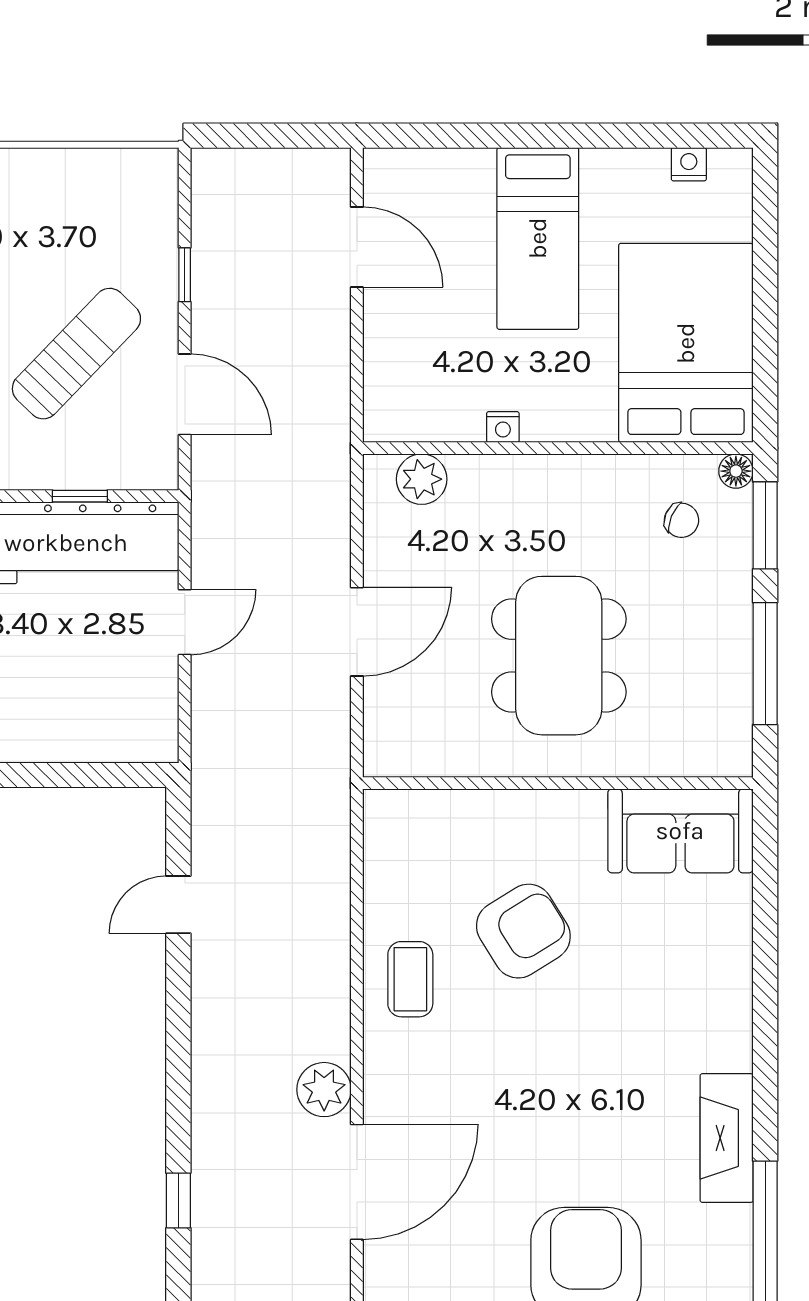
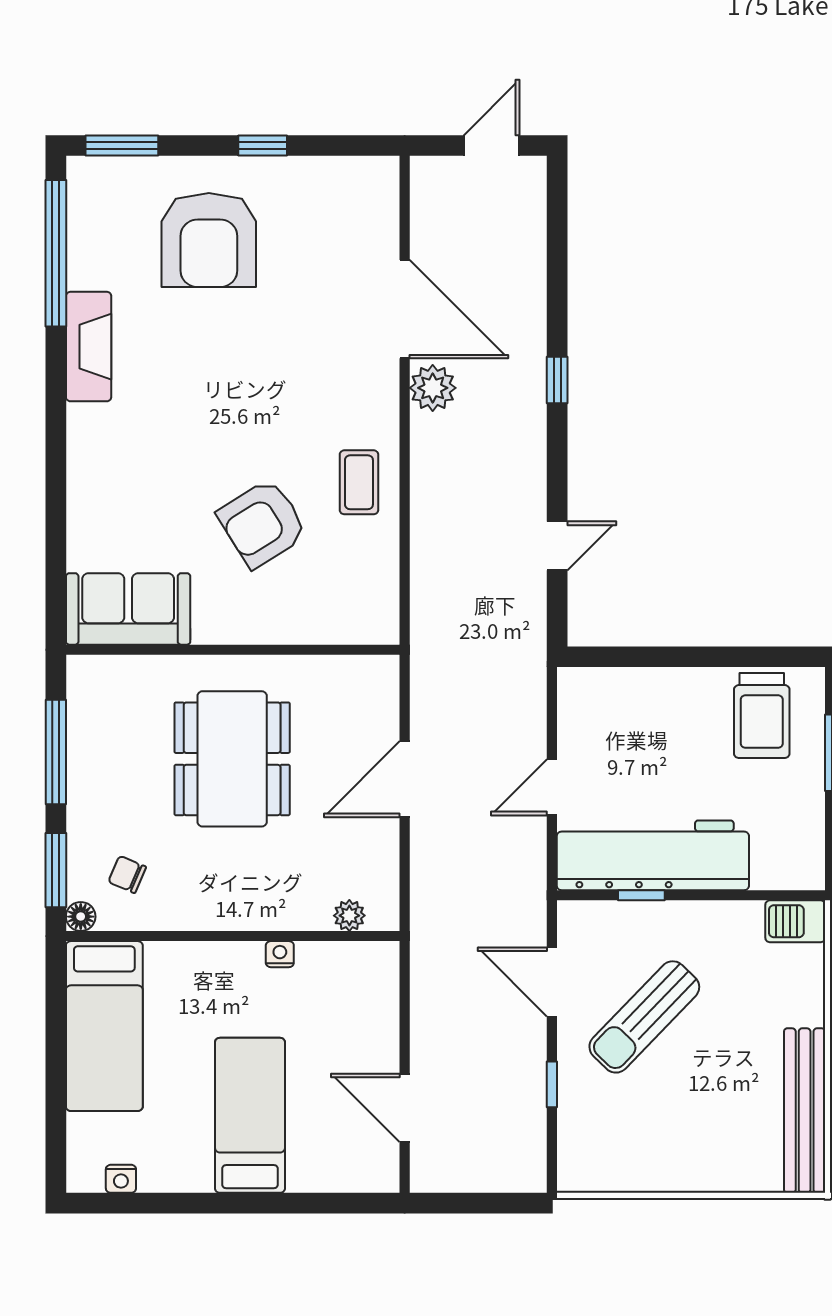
bed: (686, 343) -> (104, 1026), width x0.67
plant: (422, 479) -> (349, 916), width x0.73, depth x0.73
door: (357, 1182) -> (405, 309), swing flipped
window: (178, 1201) -> (557, 380), moved

